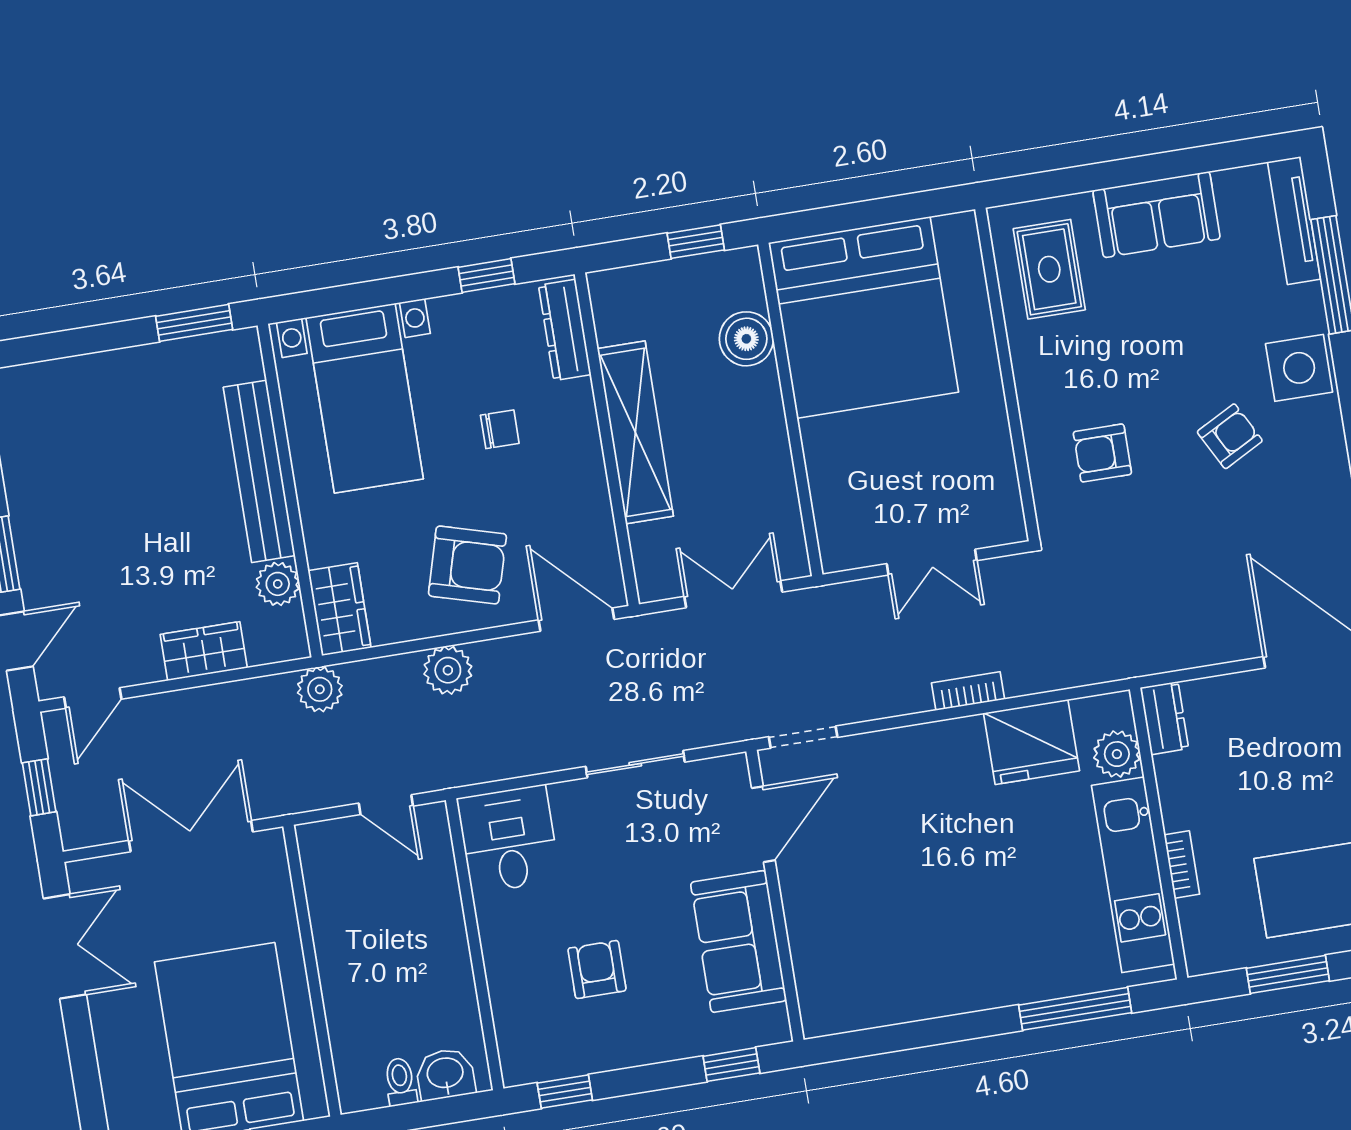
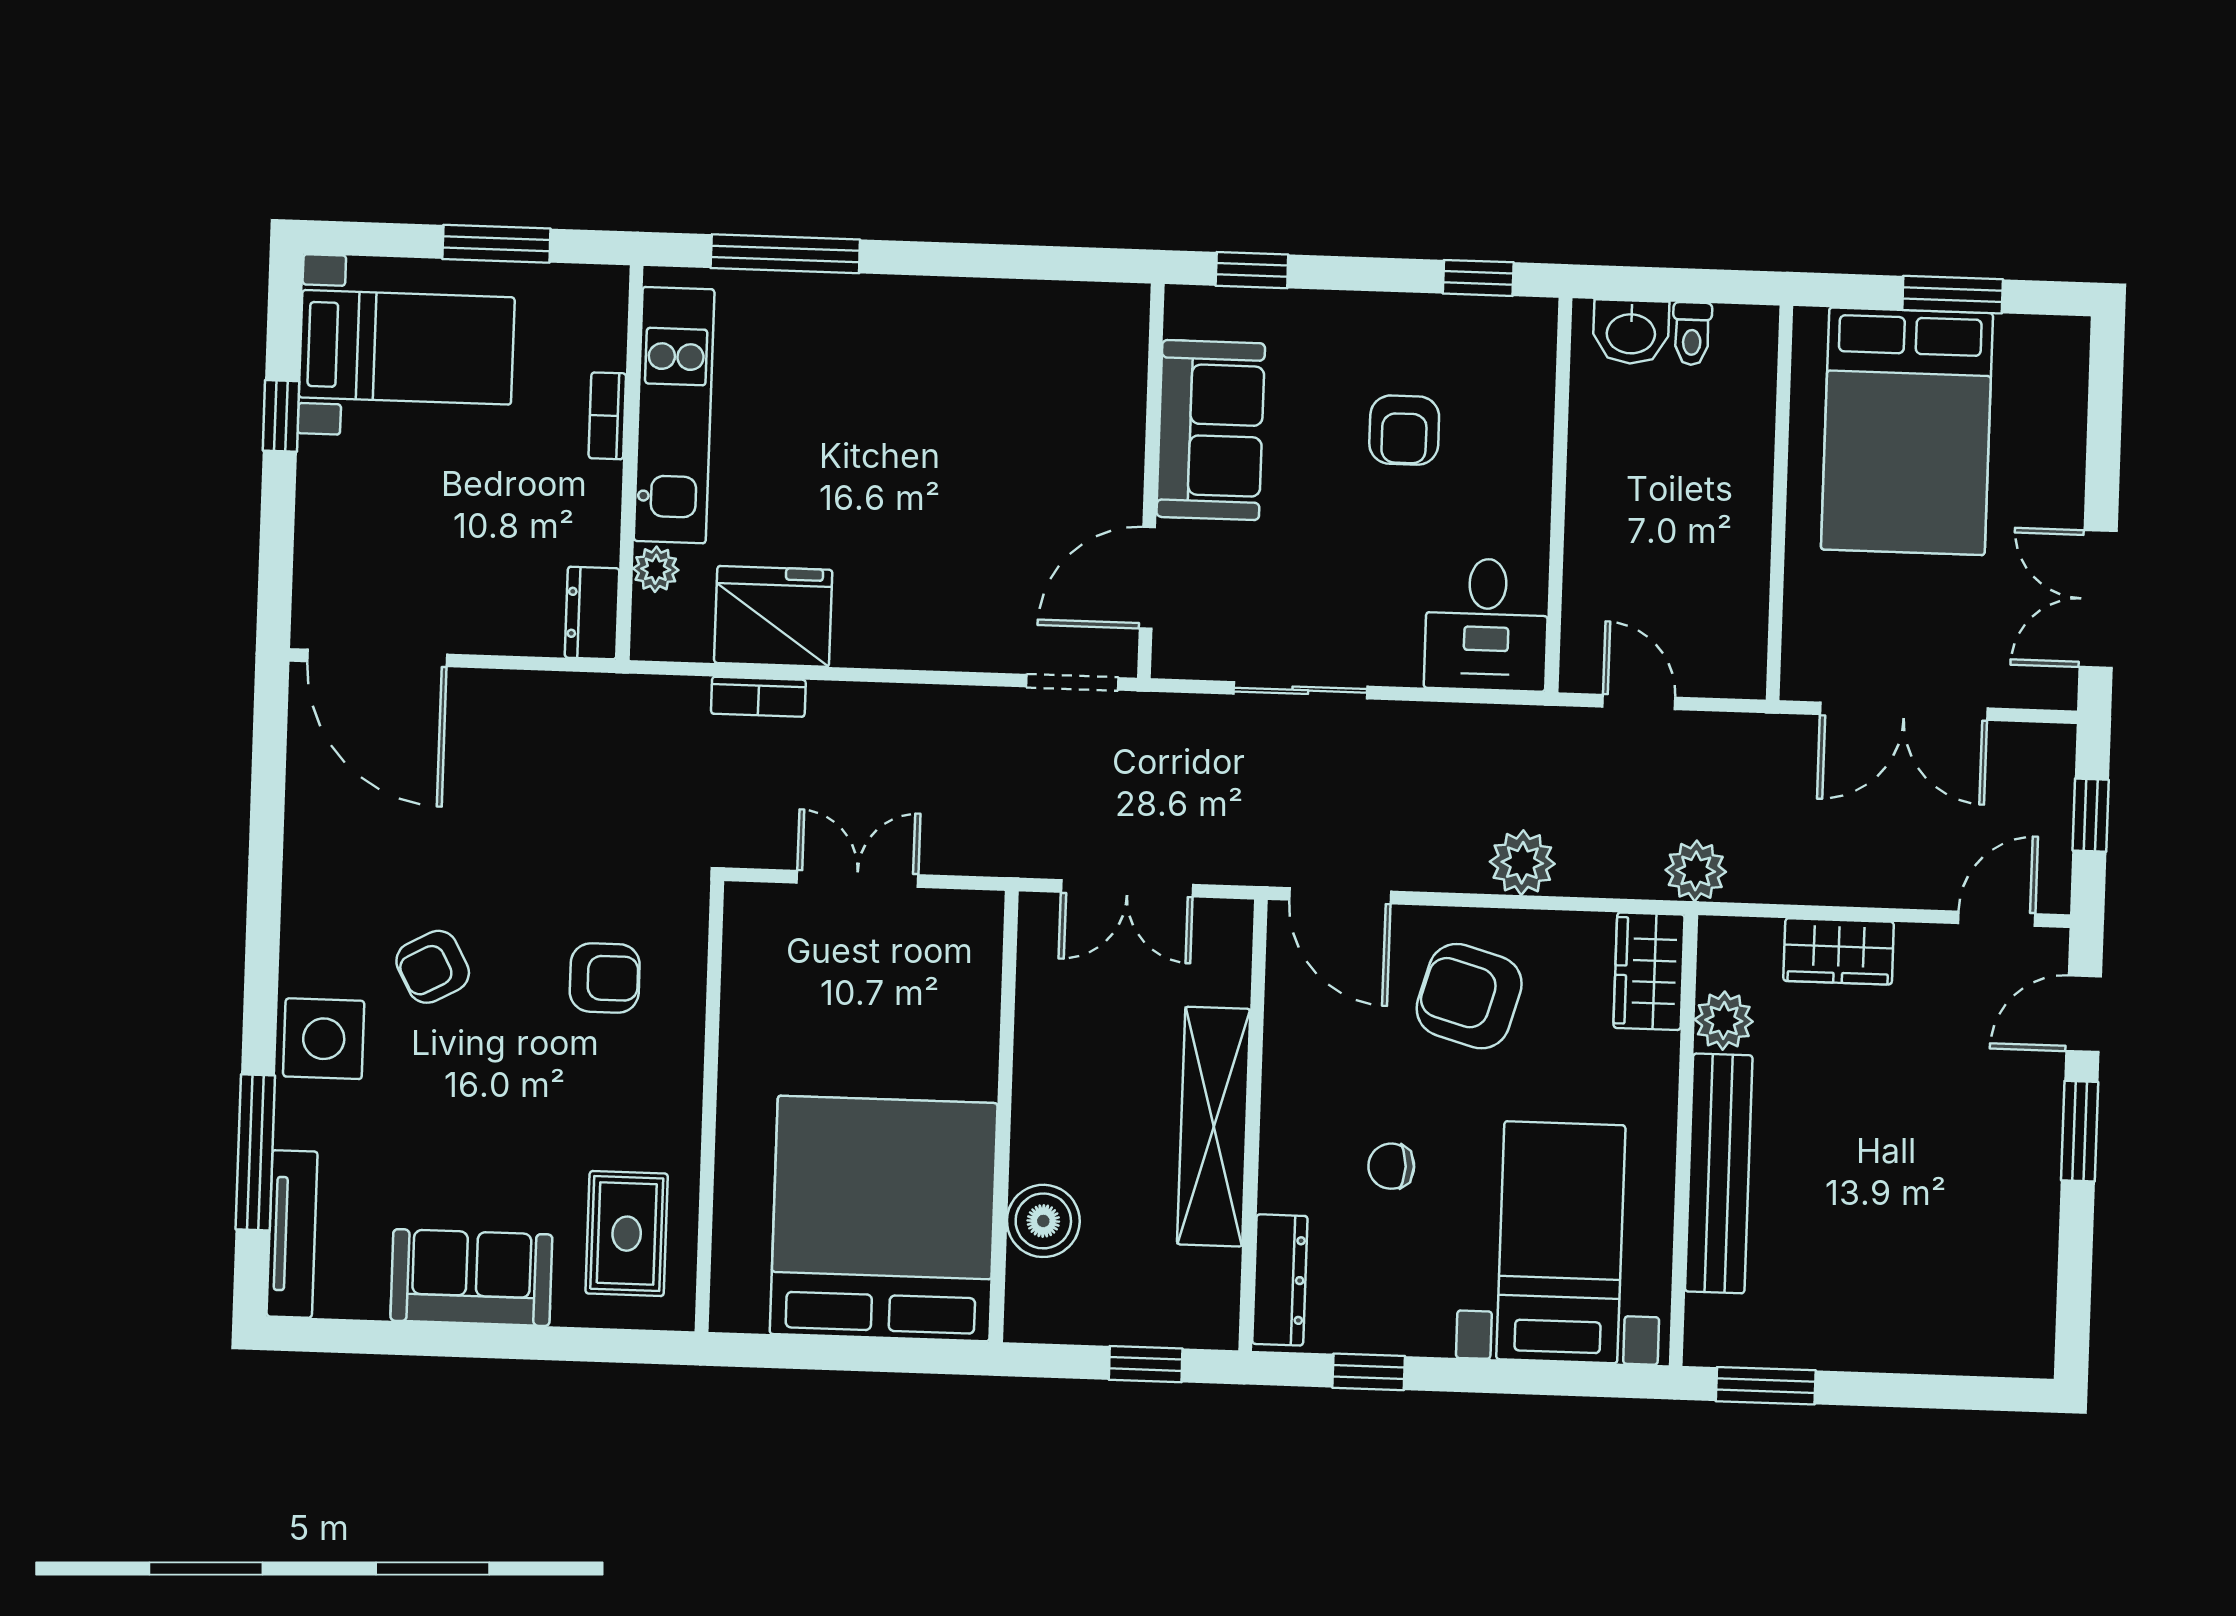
window: (696, 242) -> (1146, 1364), moved
bookcase: (968, 691) -> (758, 697), moved
plant: (1117, 754) -> (656, 569), width x0.73, depth x0.73

